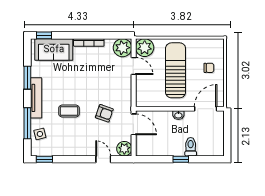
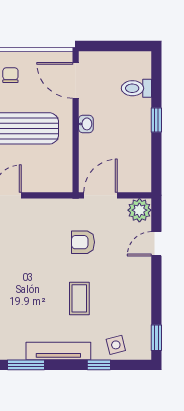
armchair: (104, 113) -> (83, 242), turned -109
window: (27, 123) -> (99, 365), width x0.46
toilet: (191, 147) -> (136, 88), moved

